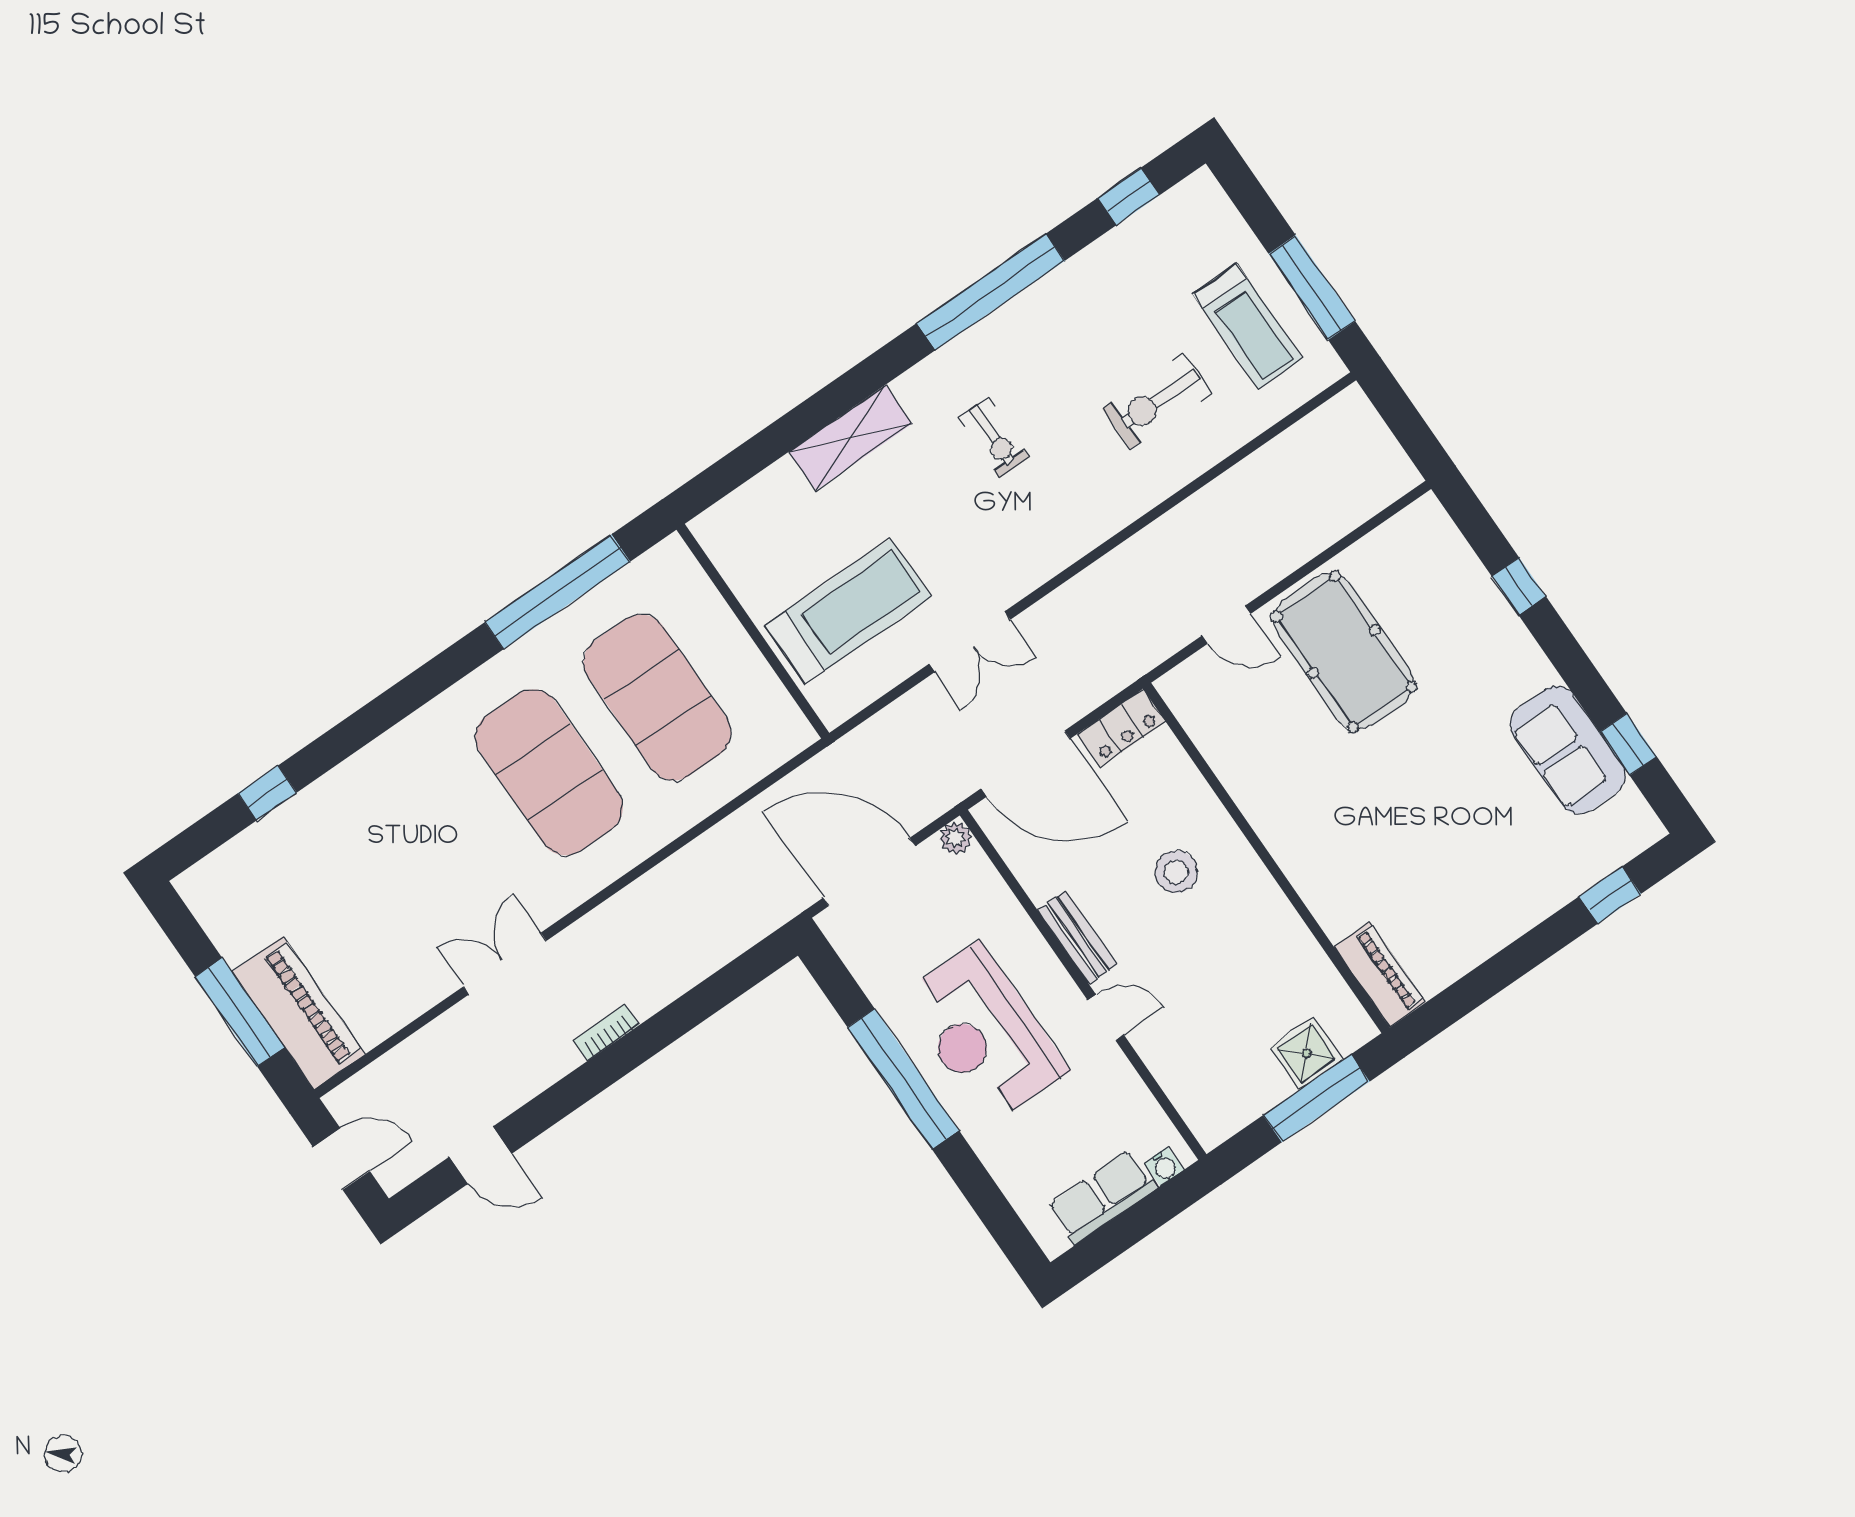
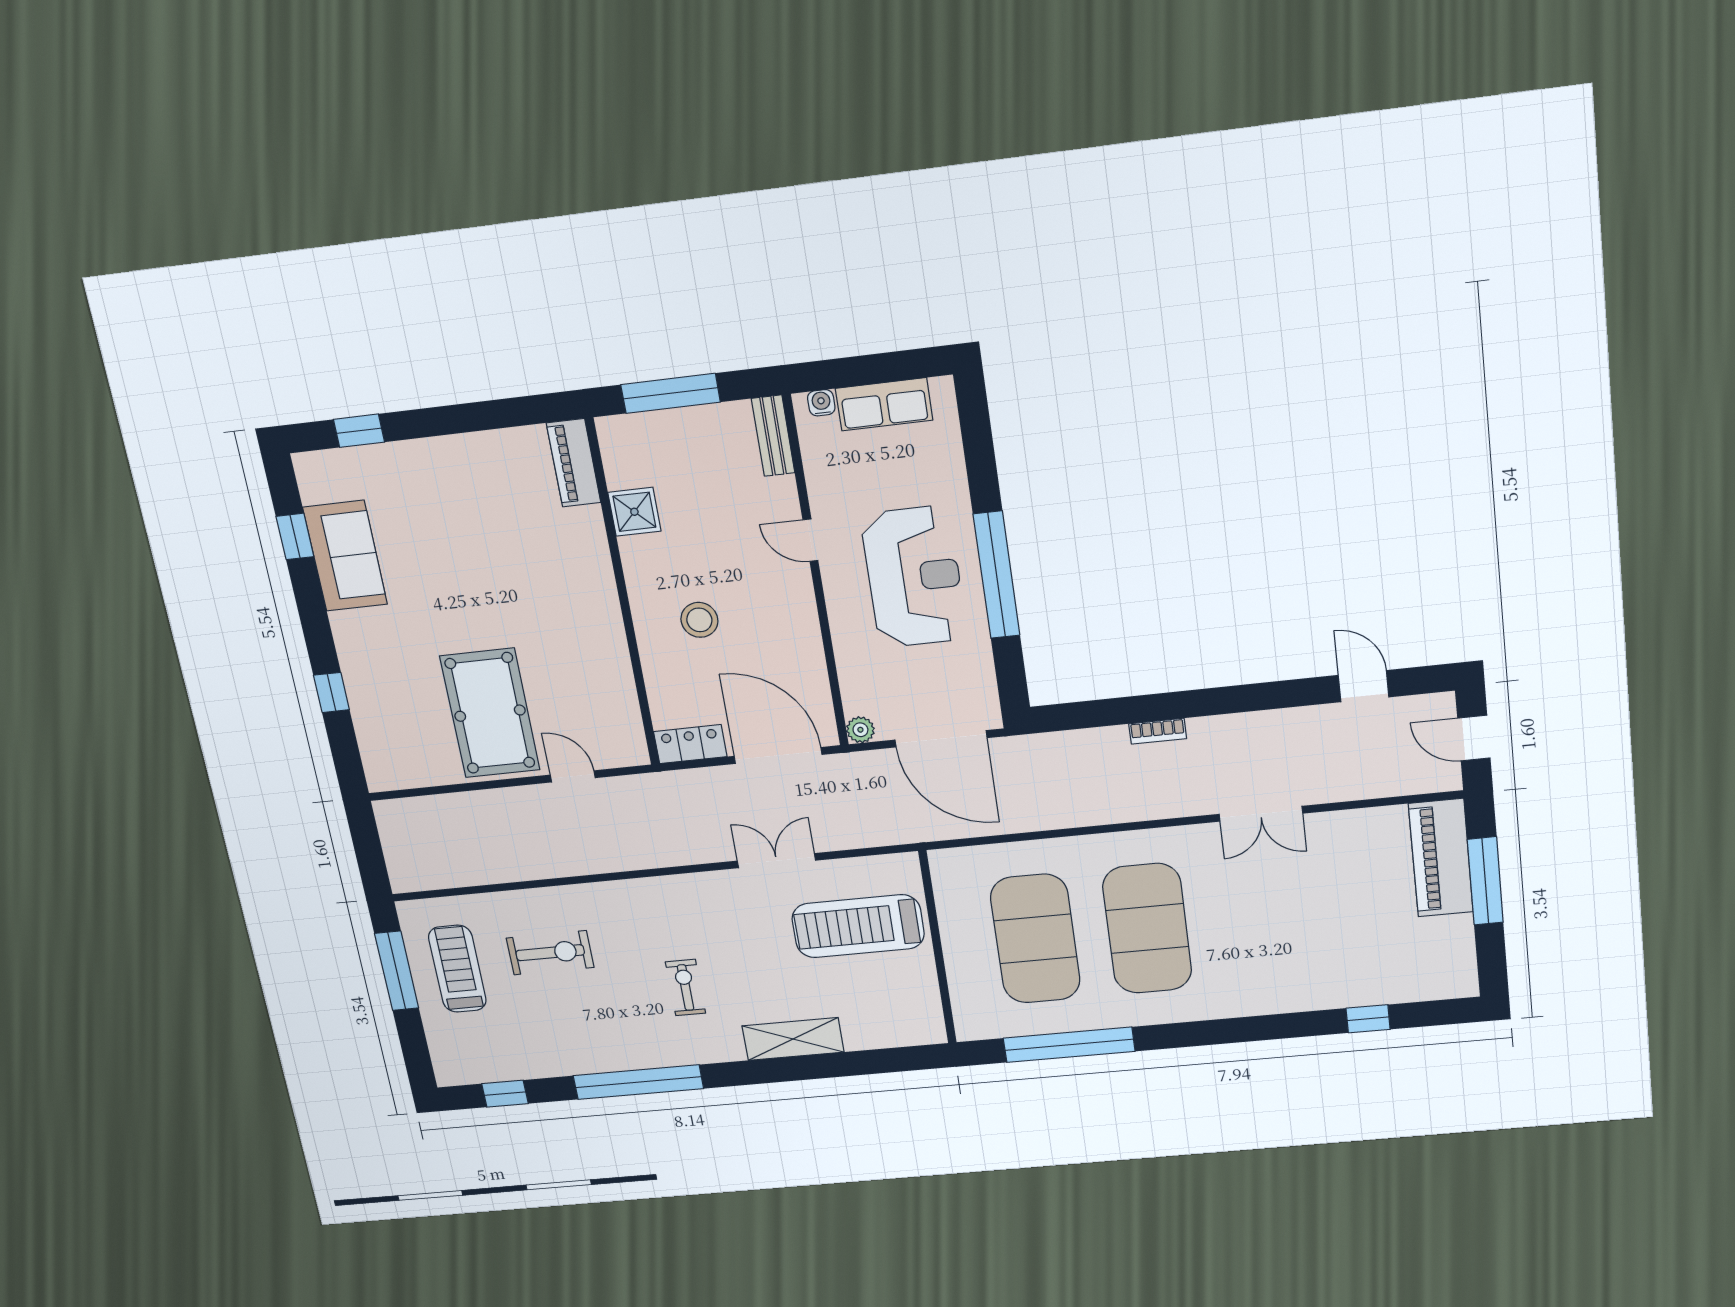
bench: (1077, 937) -> (773, 436), moved
bookcase: (606, 1033) -> (1158, 731), moved
shower: (1307, 1053) -> (634, 512), moved

